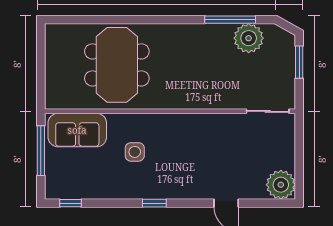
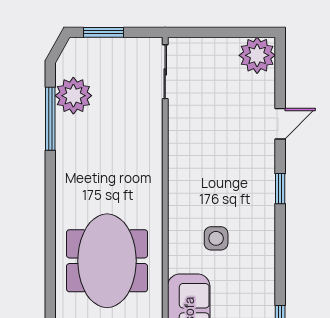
meeting table: (117, 65) -> (107, 261), turned 90
window: (154, 203) -> (280, 189), moved

